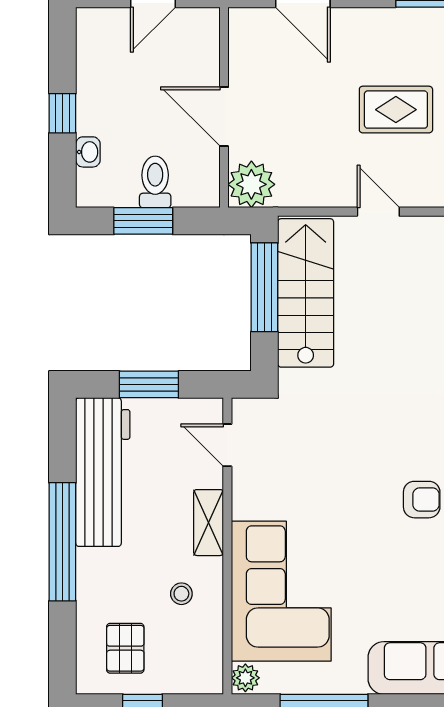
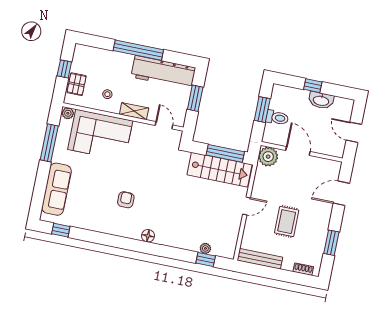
door: (224, 117) -> (298, 151), hinge flipped
washbasin: (88, 152) -> (321, 100), moved, width x1.91, depth x1.45
door: (227, 445) -> (164, 125), hinge flipped
armchair: (422, 500) -> (126, 200), turned 180
pallet: (125, 648) -> (77, 84), moved, turned 90

